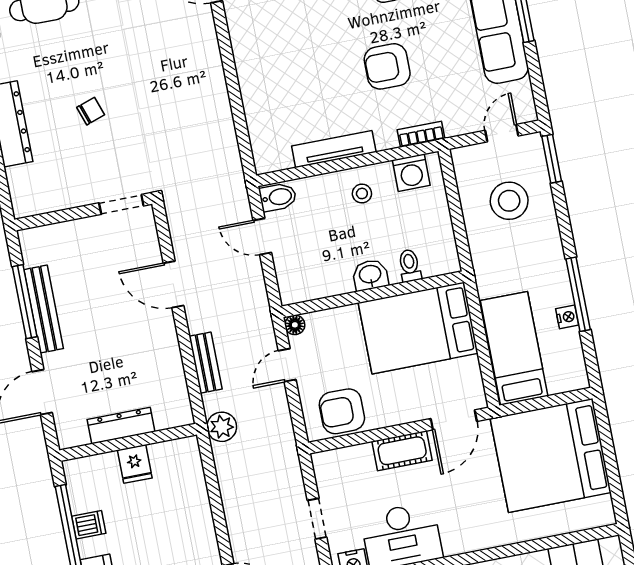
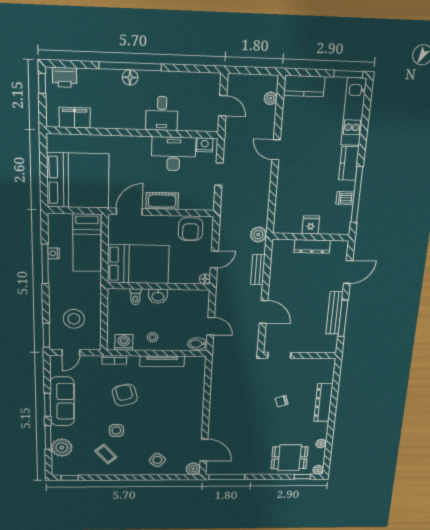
armchair: (387, 66) -> (125, 395), turned -105
armchair: (342, 411) -> (191, 229), turned 90

